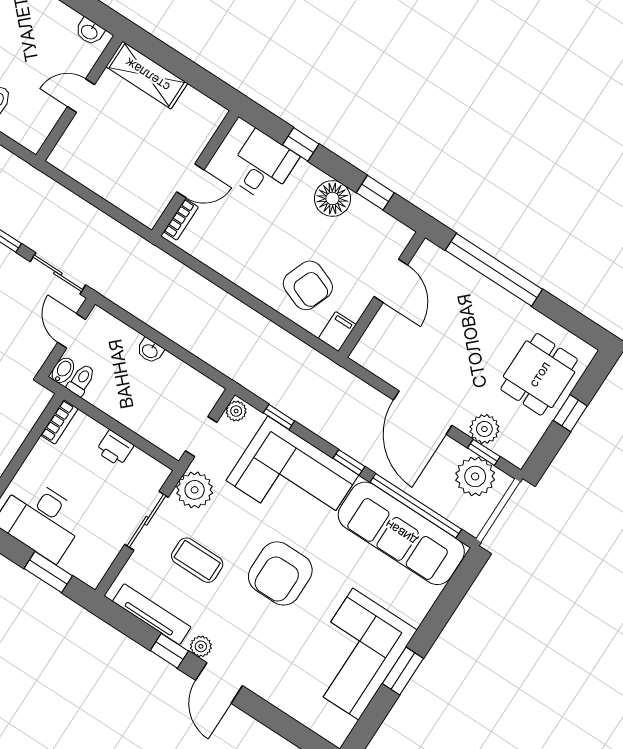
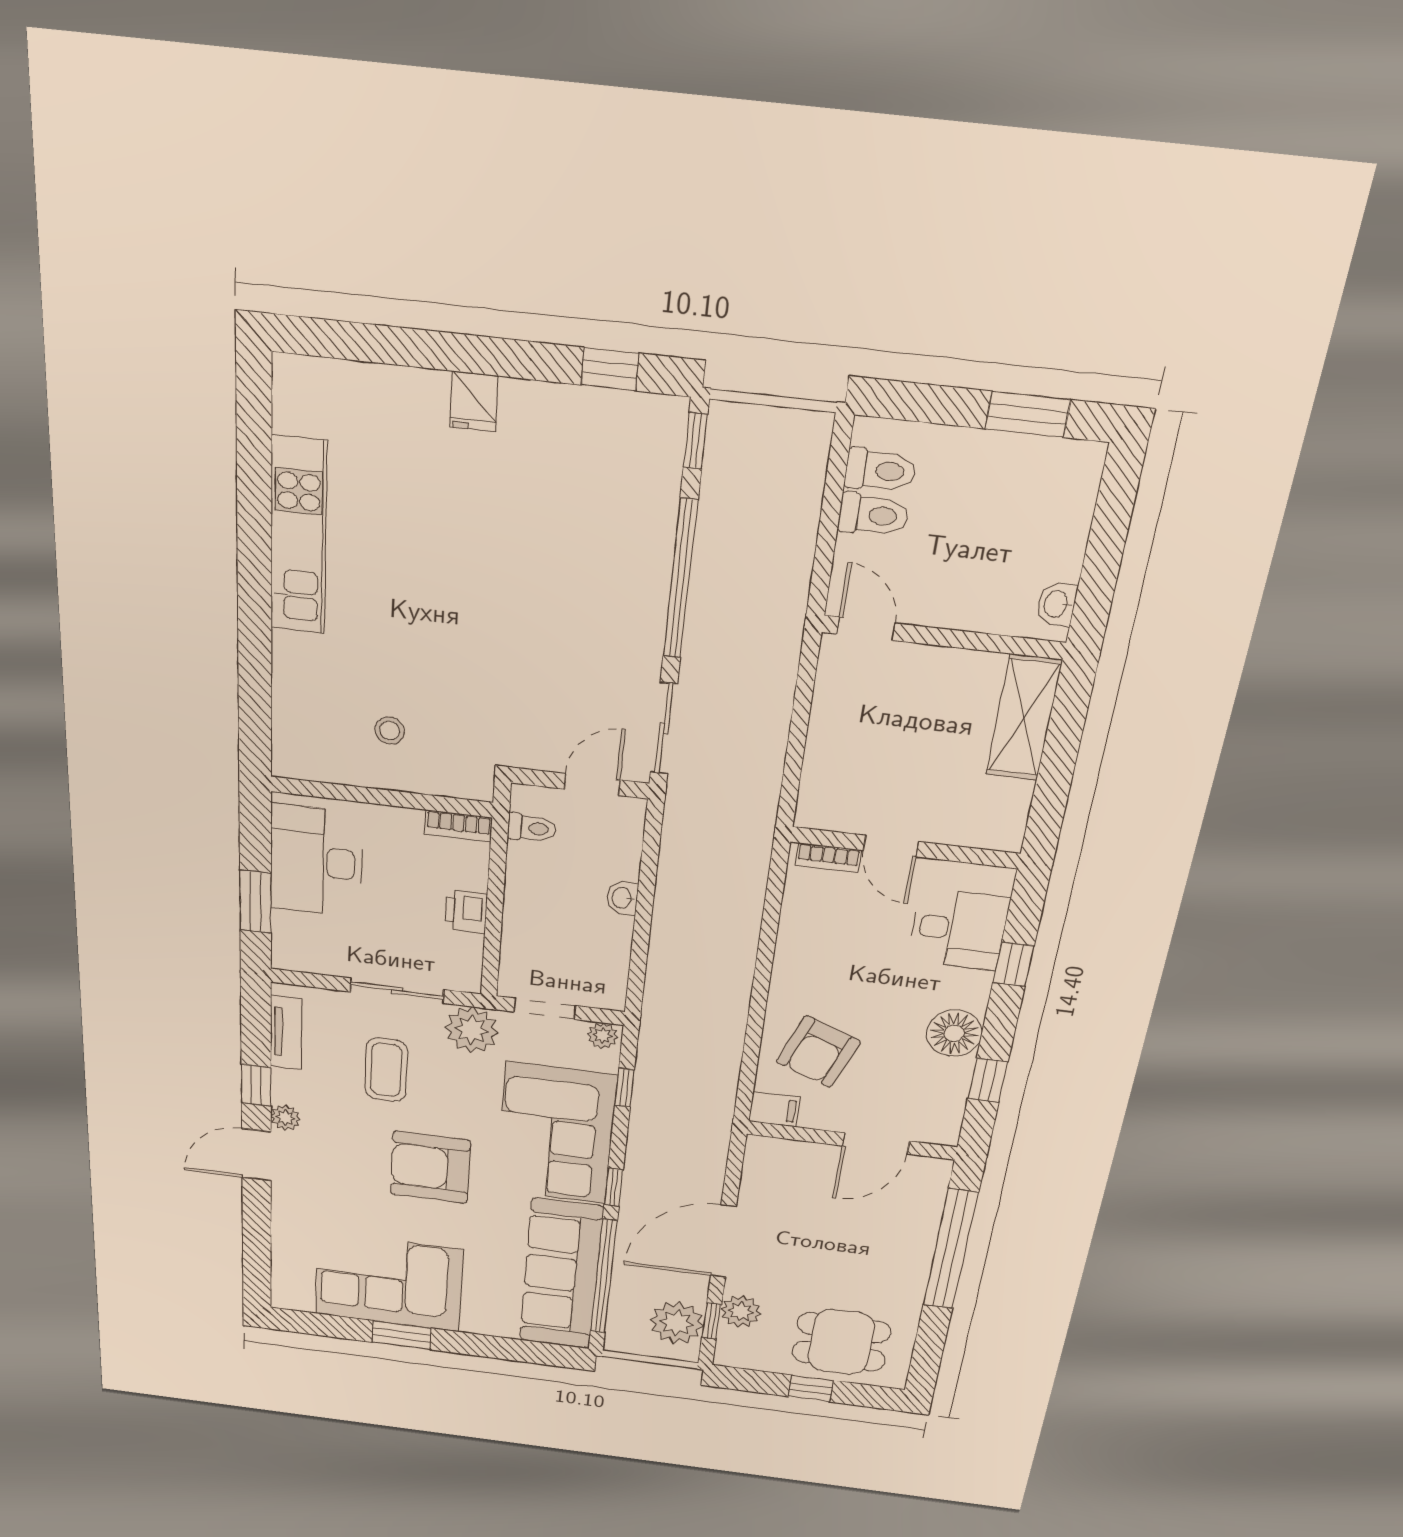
door: (81, 96) -> (866, 629), moved
bidet: (63, 370) -> (531, 798), removed
tv unit: (152, 614) -> (286, 1032), width x0.71

